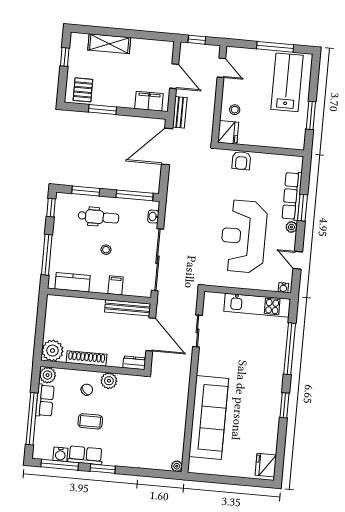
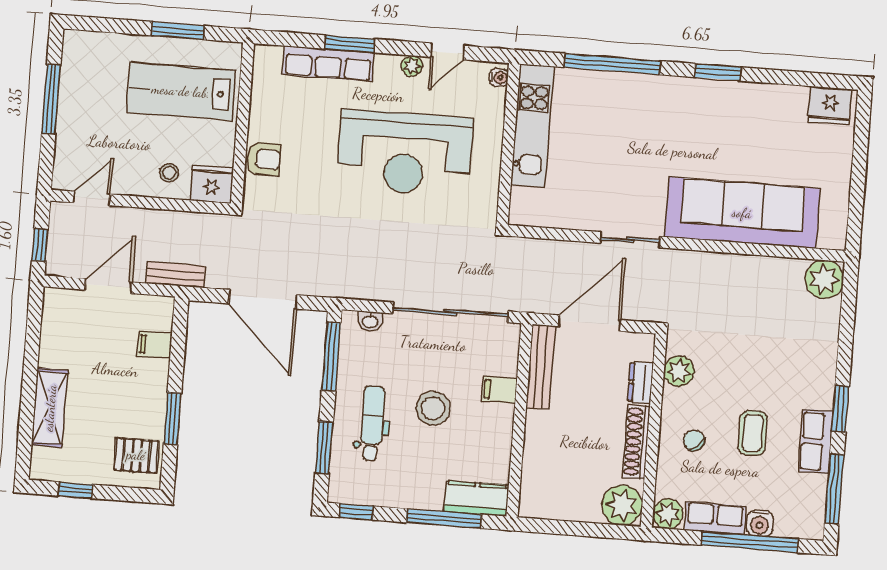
lab bench: (287, 82) -> (181, 91), moved
filing cabinet: (149, 101) -> (155, 345), width x0.50
door: (167, 146) -> (263, 299), moved
plant: (291, 227) -> (412, 66), moved
stool: (106, 250) -> (433, 408), width x1.89, depth x1.89
kitchen counter: (72, 282) -> (476, 498), moved, turned 90
sliding door: (198, 331) -> (630, 240), moved
dresser: (134, 363) -> (640, 383), moved
plant: (109, 381) -> (679, 371), moved
water cooler: (60, 454) -> (760, 523), moved, turned 90
plant: (177, 466) -> (824, 279), width x1.88, depth x1.88

